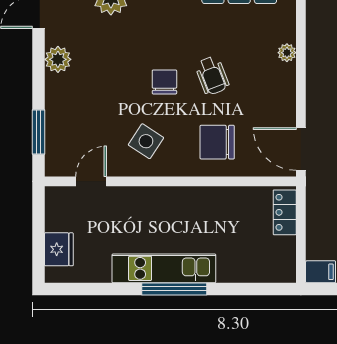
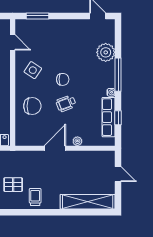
plant: (58, 59) -> (74, 26), removed
chair: (217, 142) -> (32, 106), turned 90
door: (301, 149) -> (55, 148), moved

